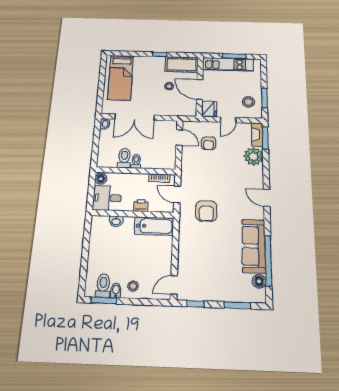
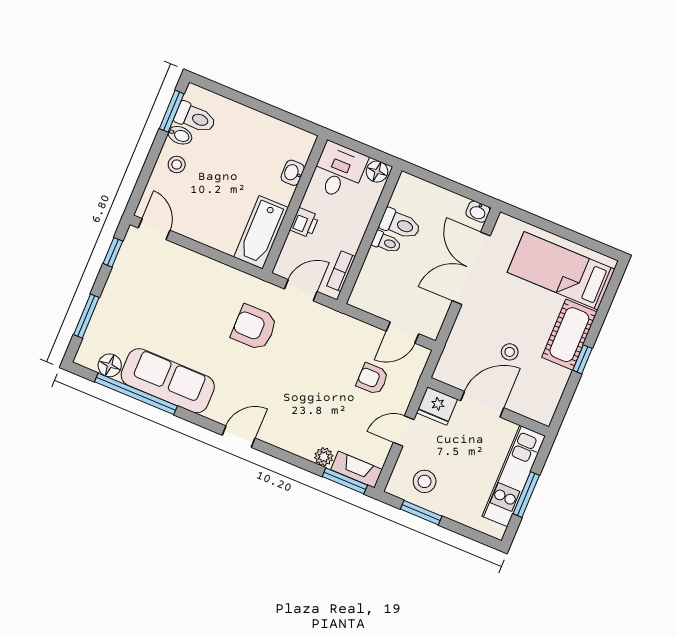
cot: (182, 65) -> (569, 335), moved
door: (228, 120) -> (404, 431), hinge flipped
plant: (253, 156) -> (324, 457), width x0.53, depth x0.53

